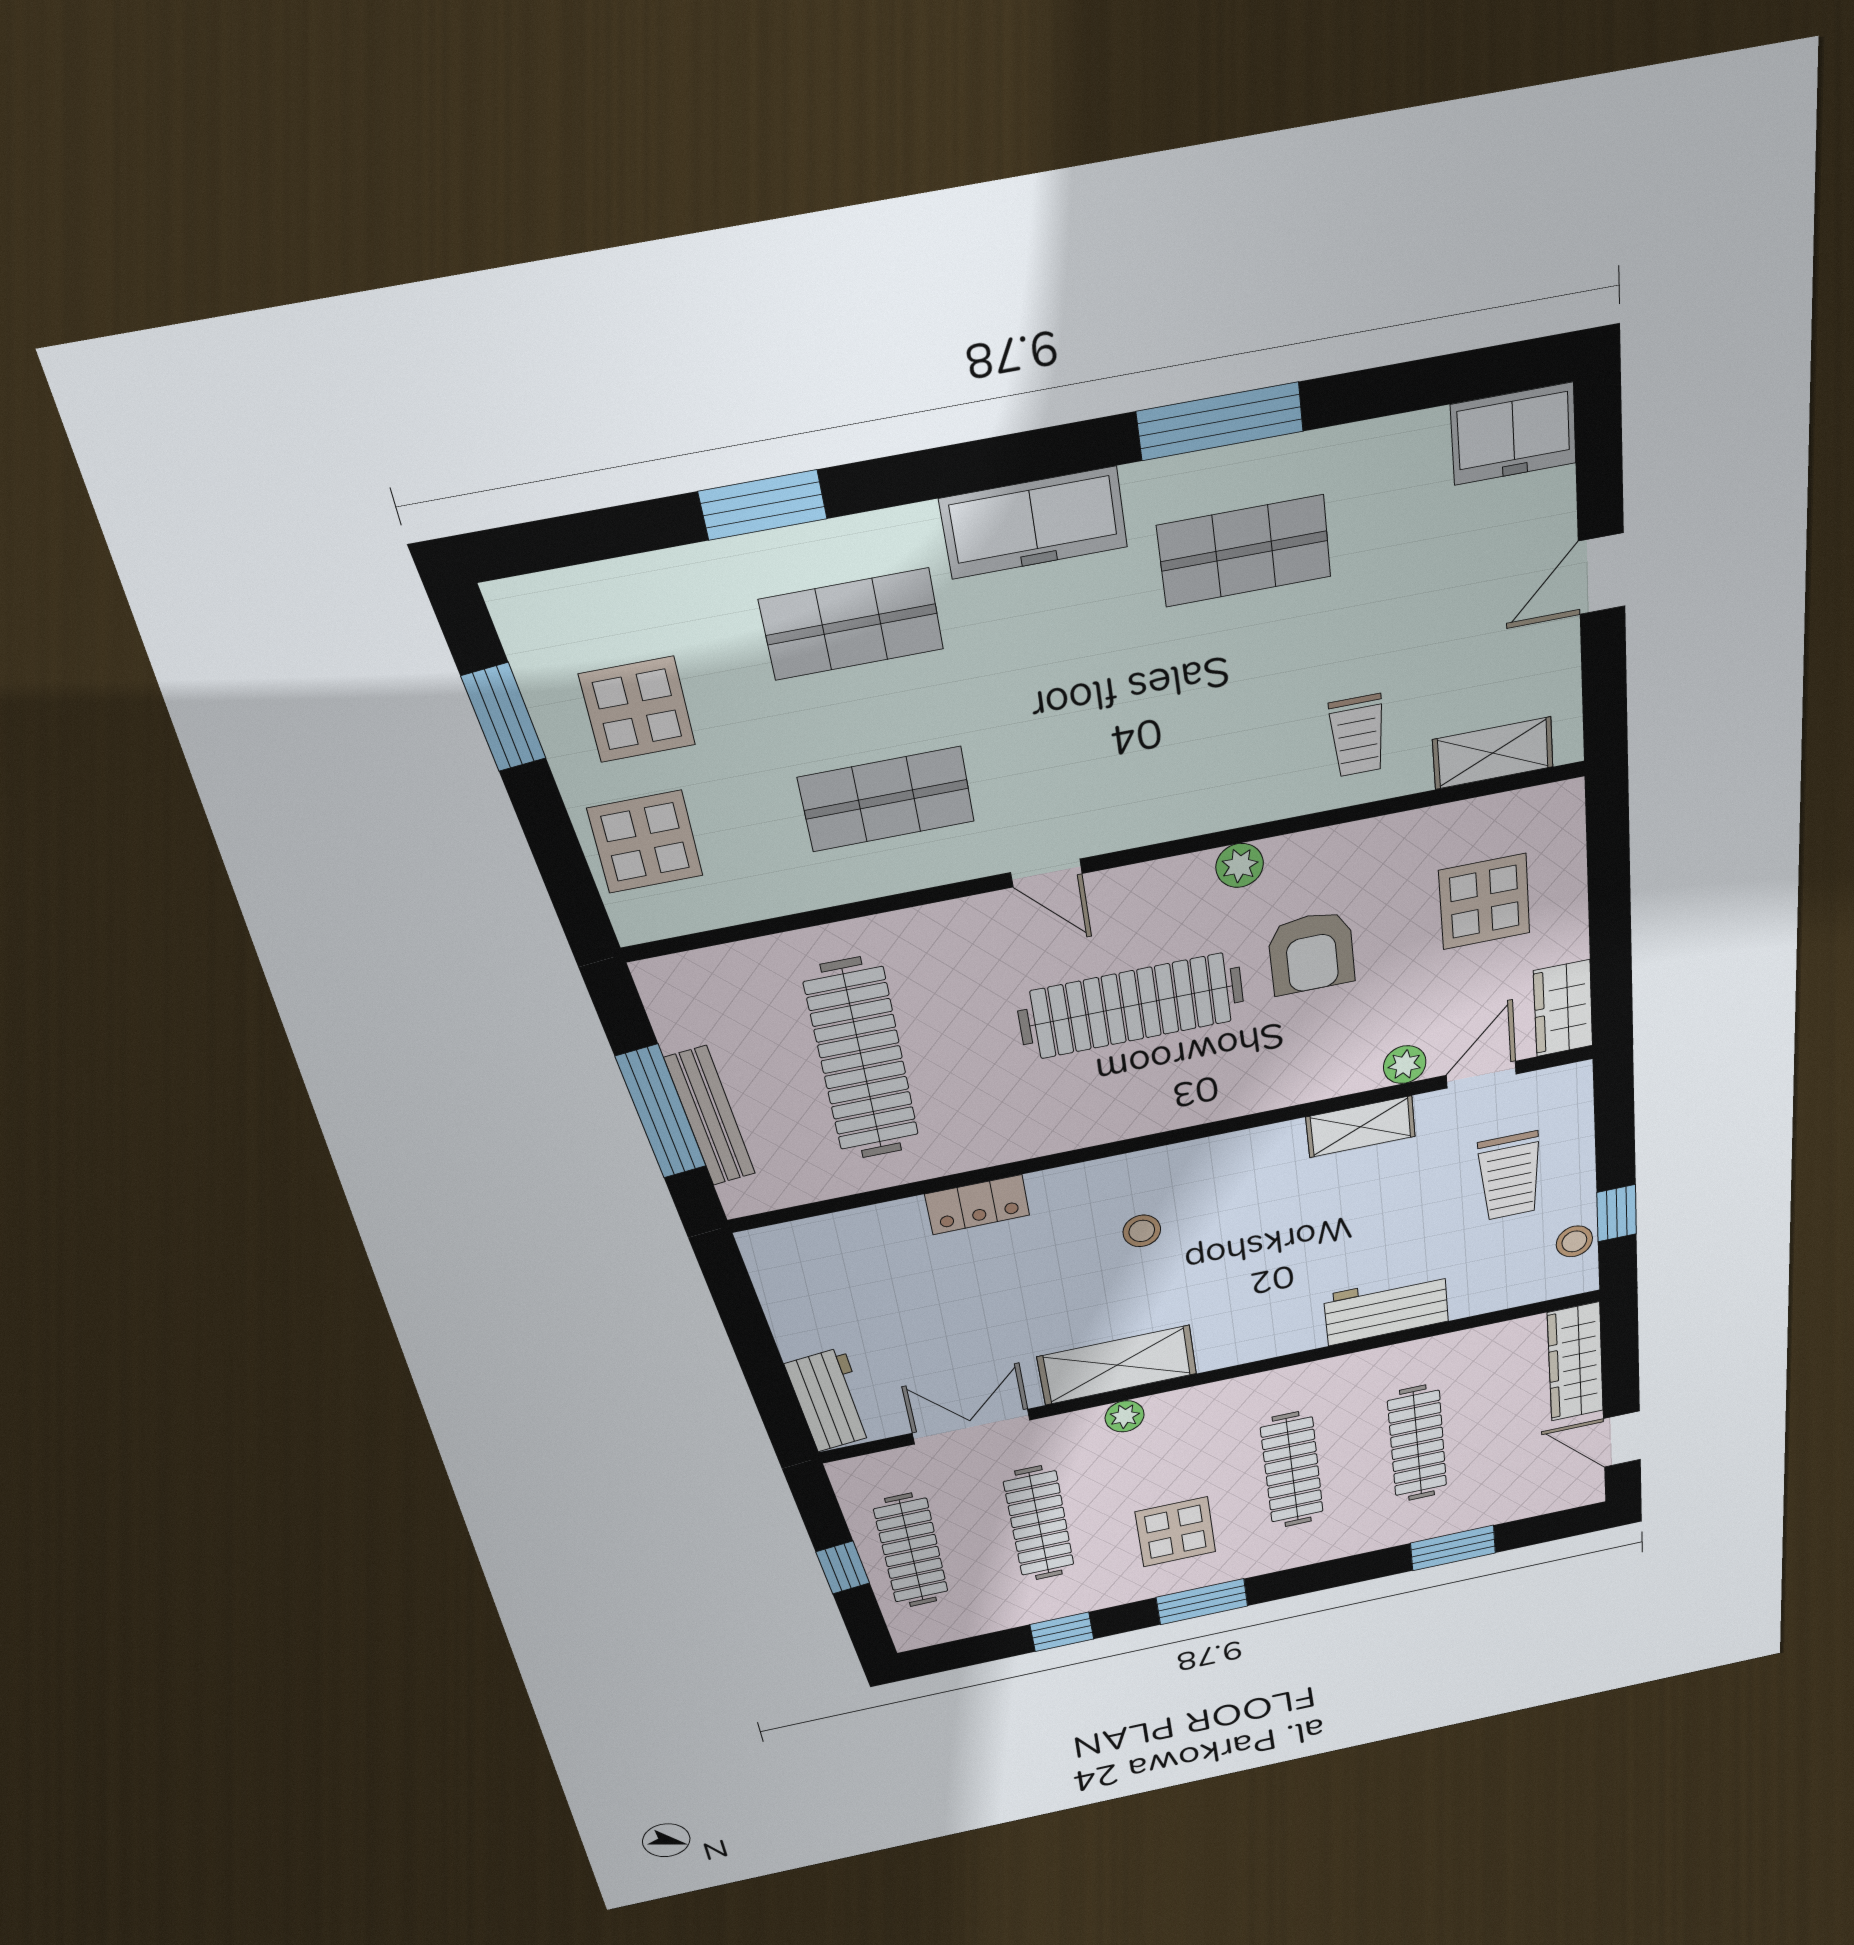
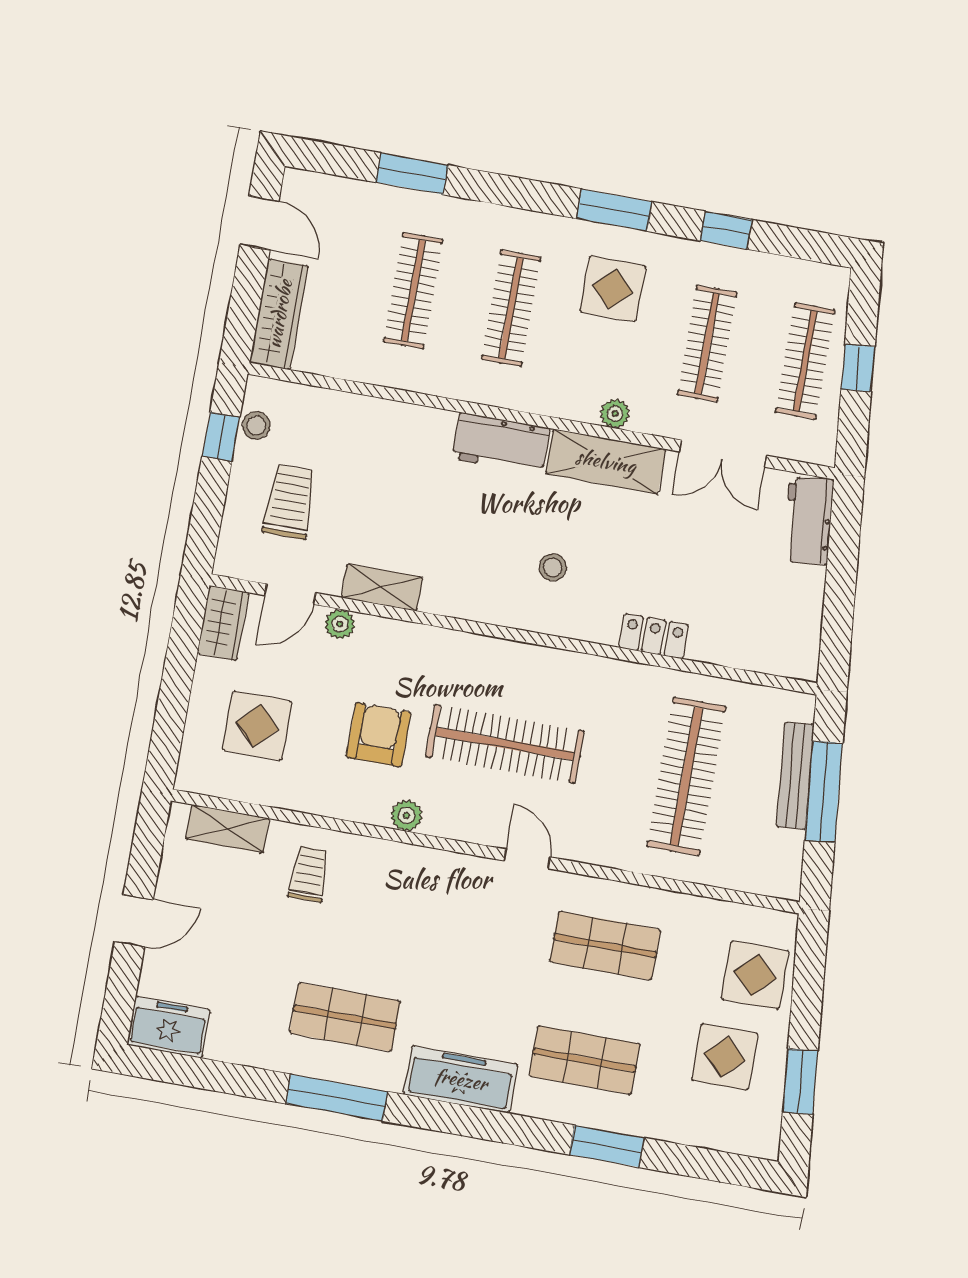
workbench: (1386, 1308) -> (501, 444), moved

